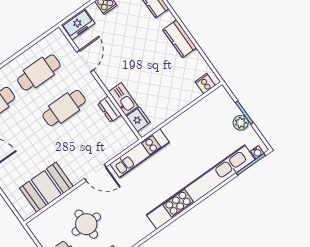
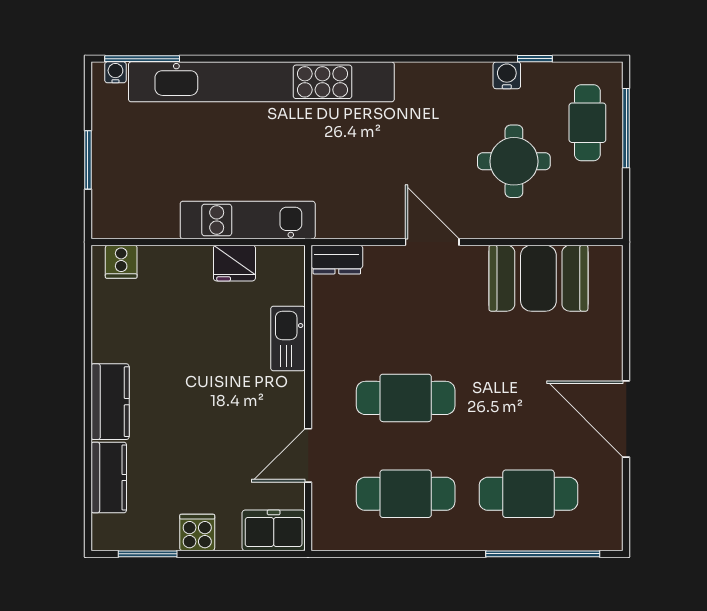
kitchen counter: (180, 39) -> (110, 402), moved
dresser: (110, 109) -> (337, 260), moved, turned 90
fridge: (138, 119) -> (234, 263), moved, turned -90
plant: (241, 123) -> (107, 146), removed
kitchen unit: (140, 153) -> (248, 220), moved

